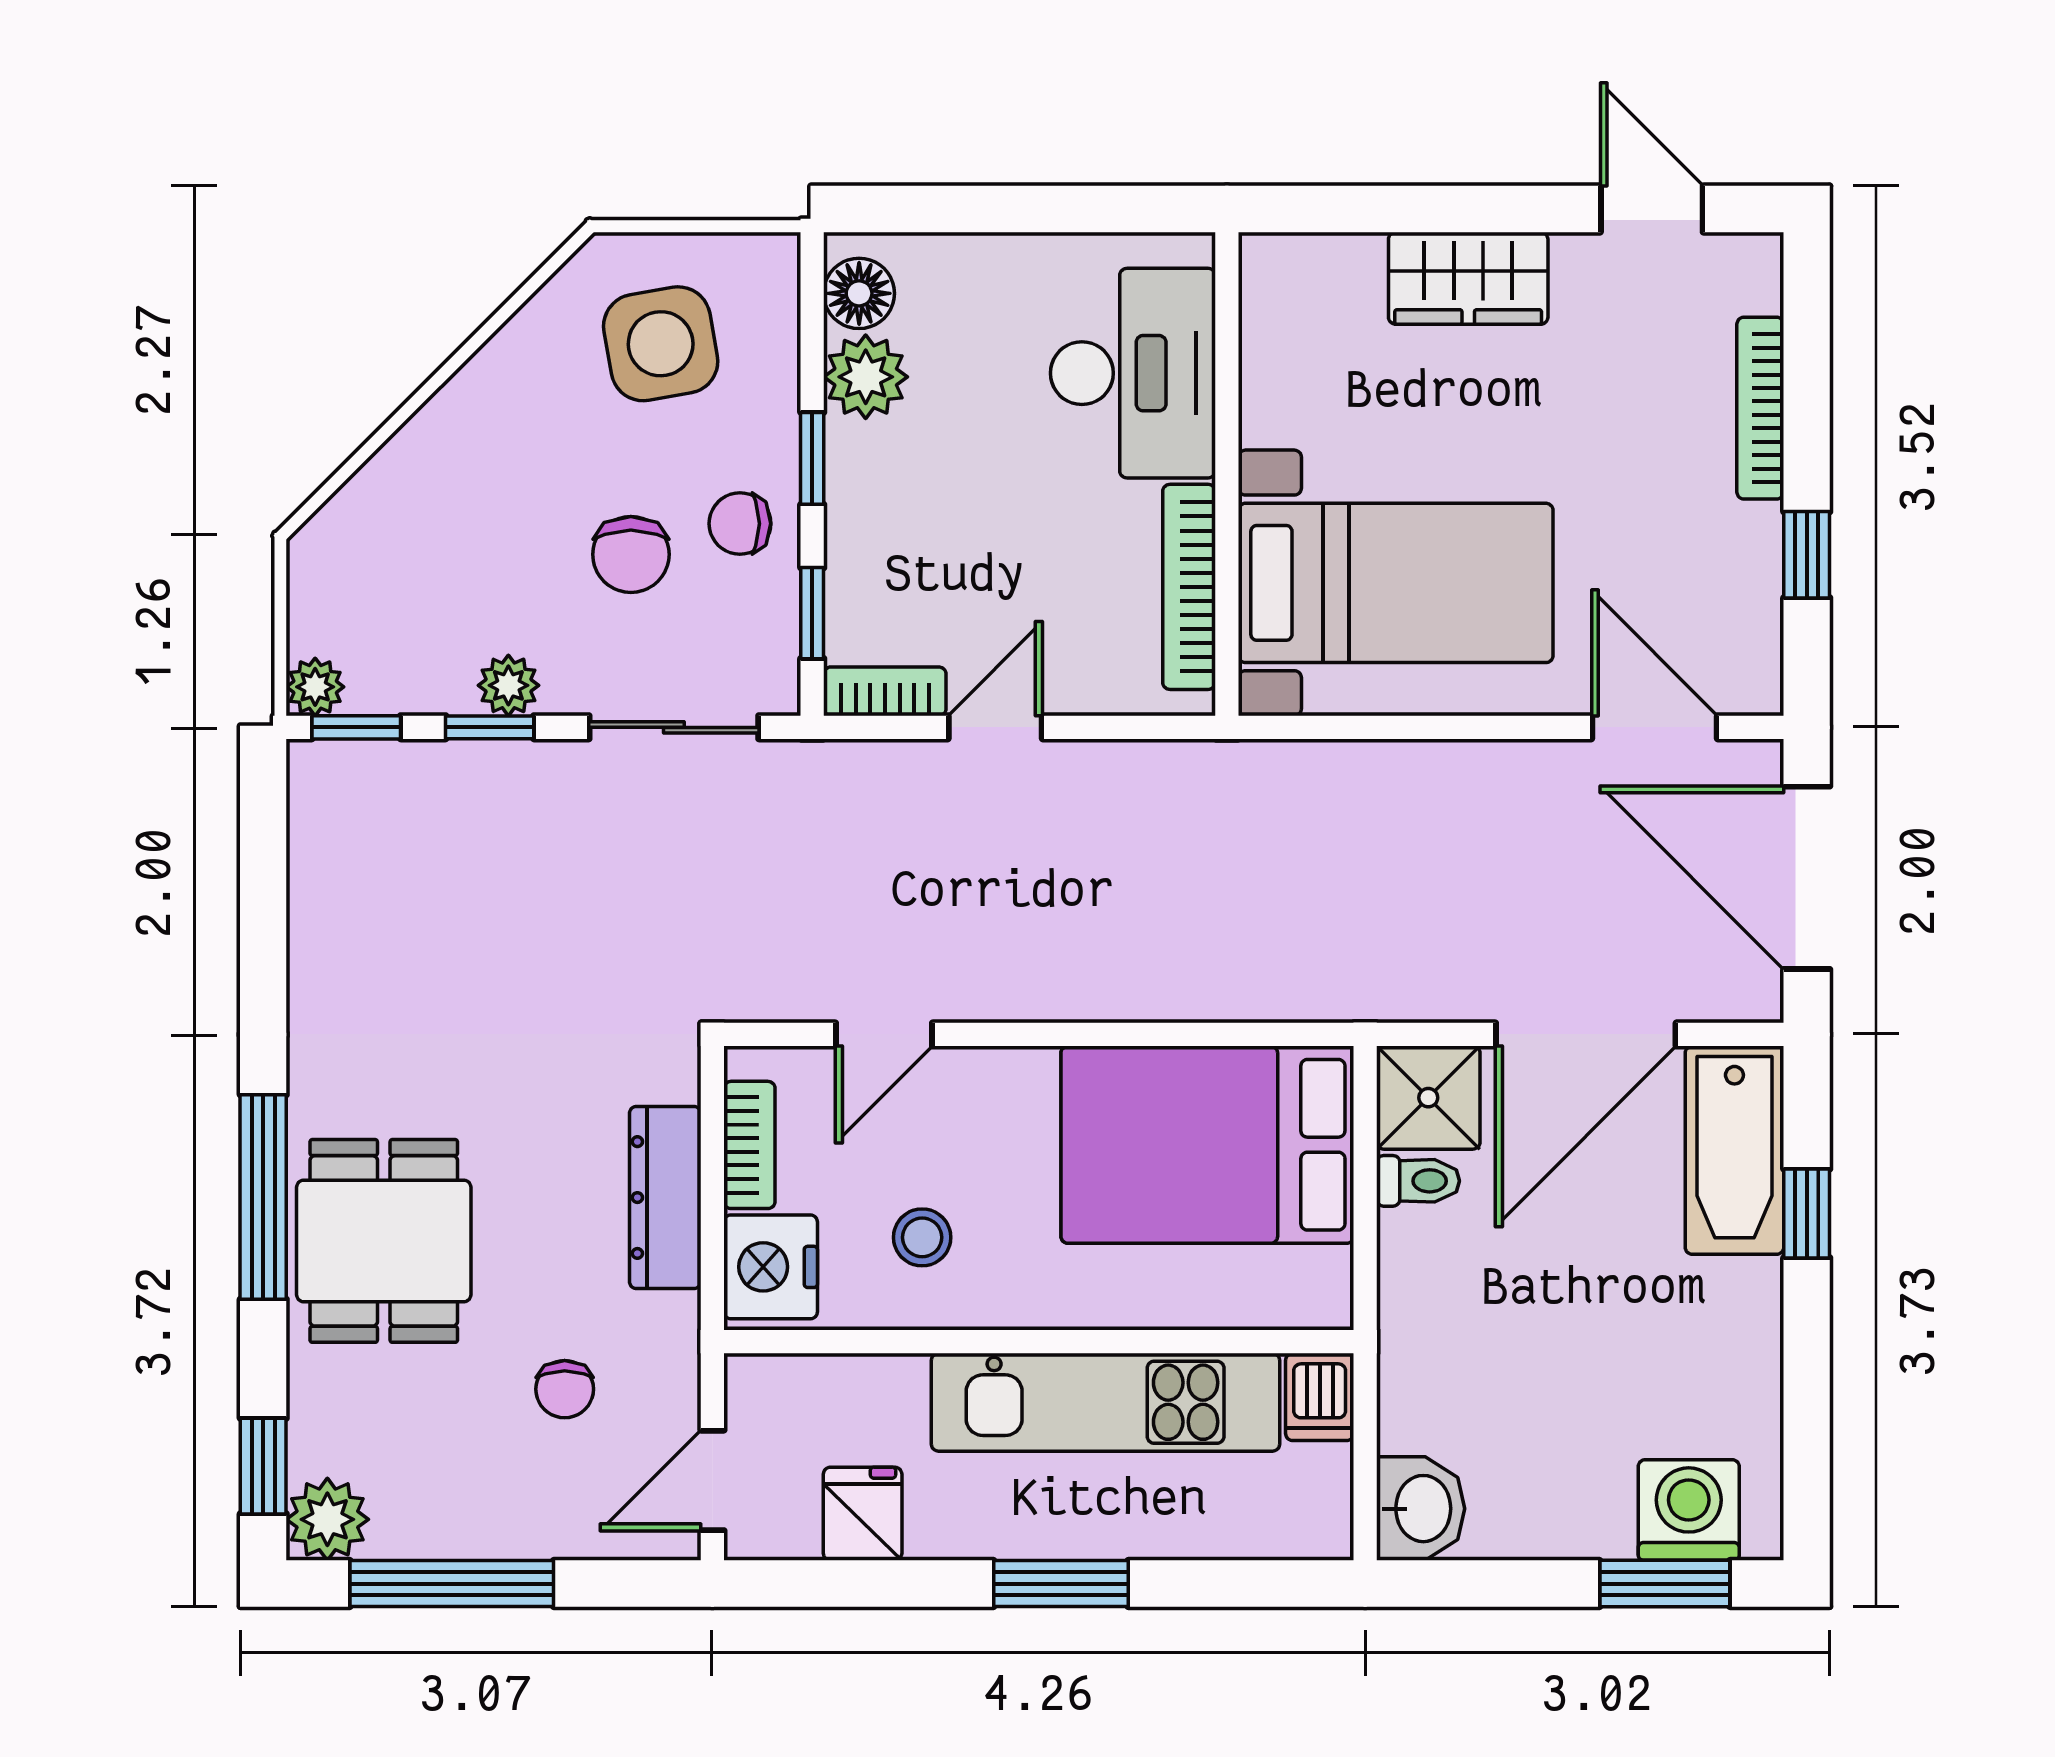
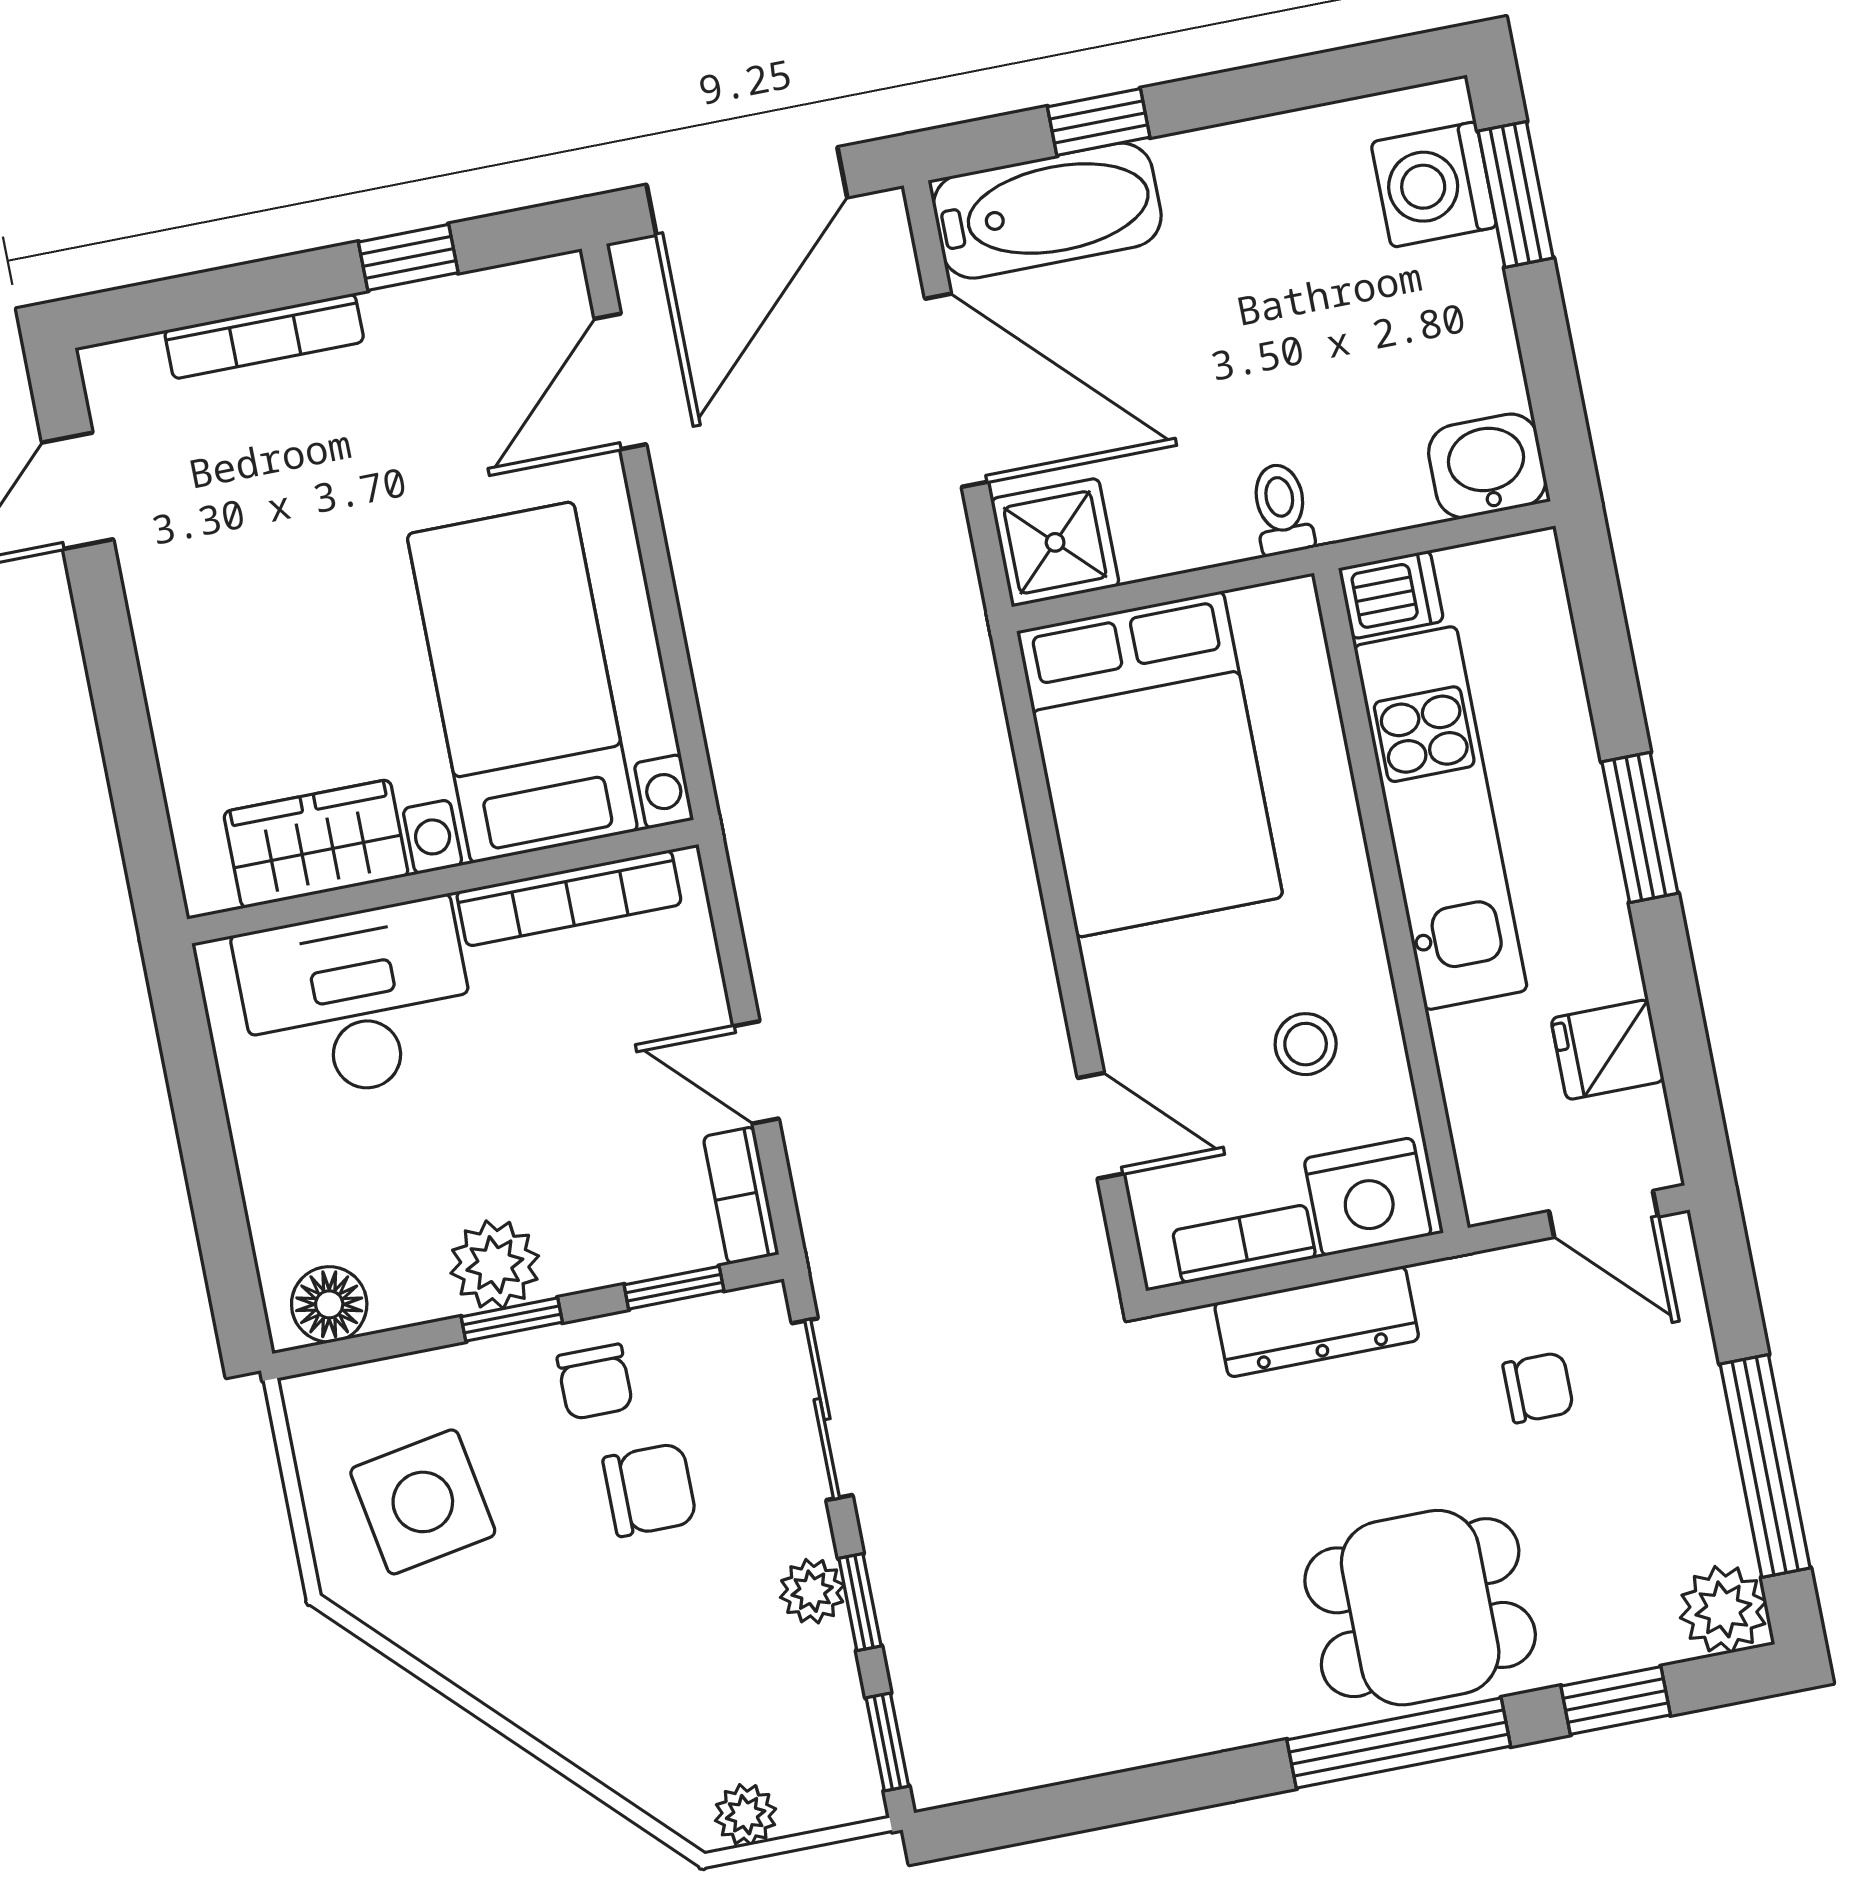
wardrobe: (1468, 278) -> (316, 844), moved, turned -90
plant: (866, 377) -> (495, 1265), moved
plant: (315, 687) -> (746, 1815), moved
toilet: (1418, 1181) -> (1282, 509), moved
window: (263, 1466) -> (1616, 1701), moved

